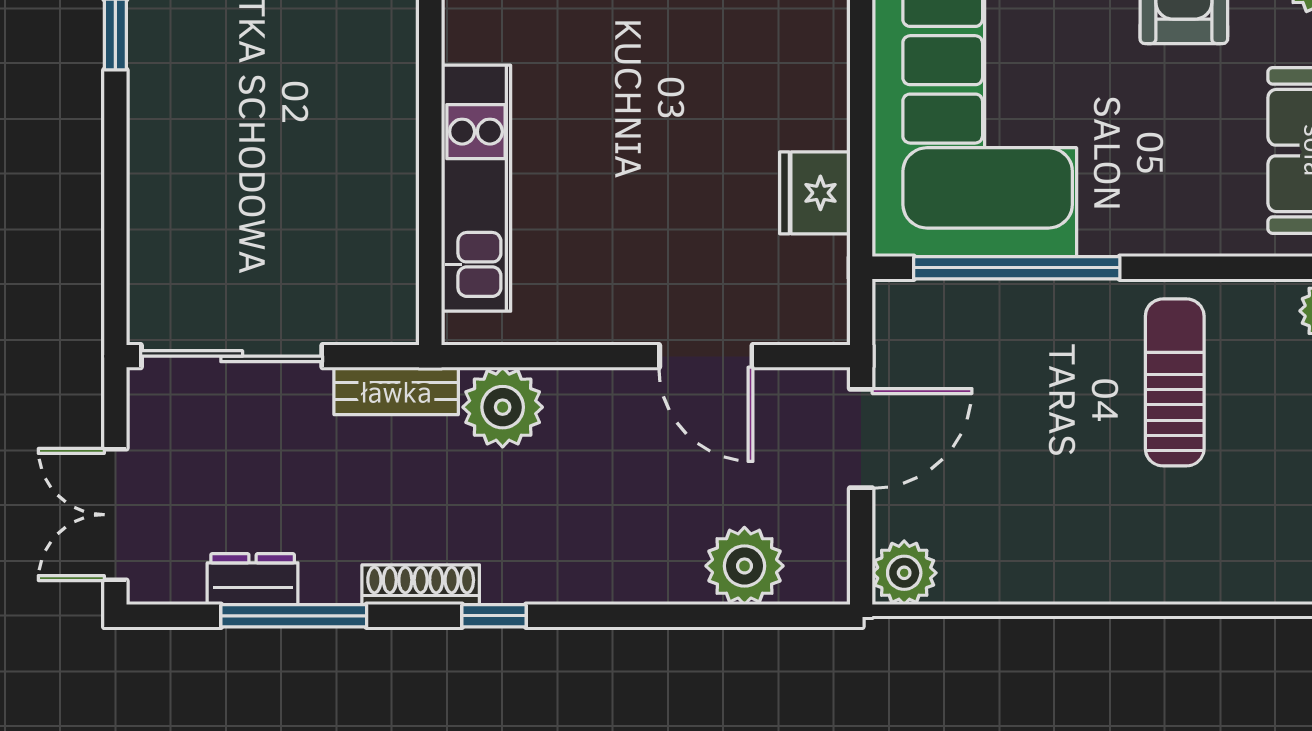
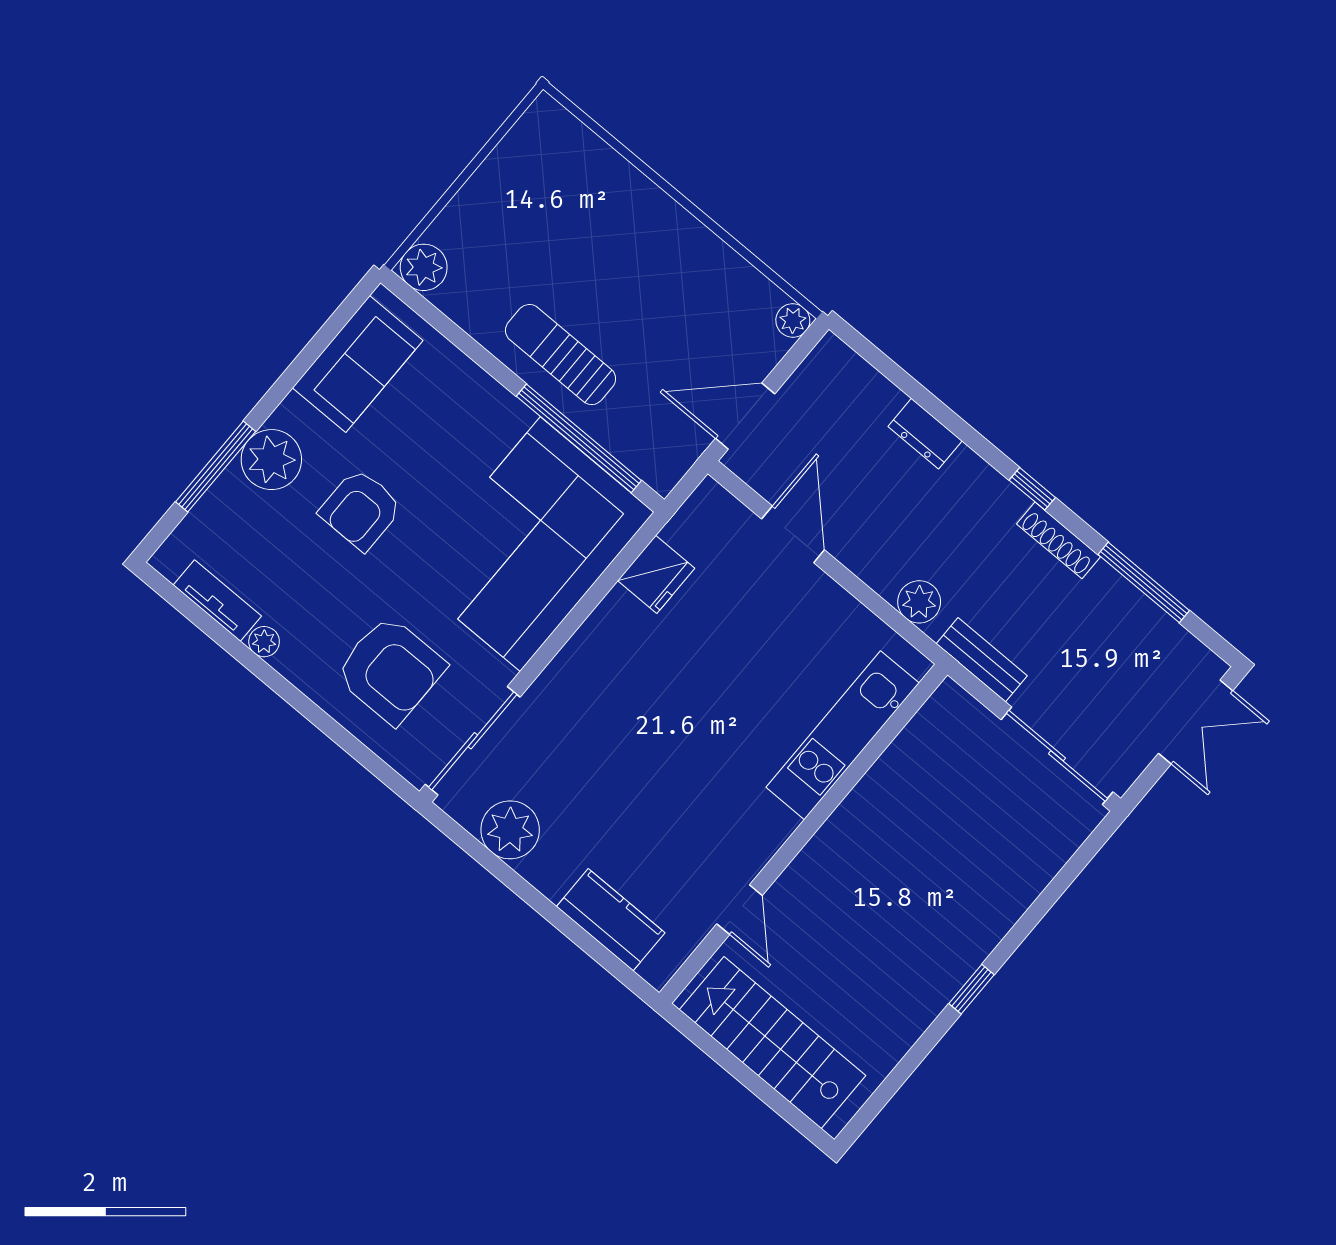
sun lounger: (1175, 382) -> (561, 355), moved, turned 90
plant: (503, 407) -> (919, 602), width x0.73, depth x0.73
plant: (744, 566) -> (870, 400), removed
plant: (904, 573) -> (793, 320), width x0.73, depth x0.73
dresser: (253, 579) -> (925, 434), moved

